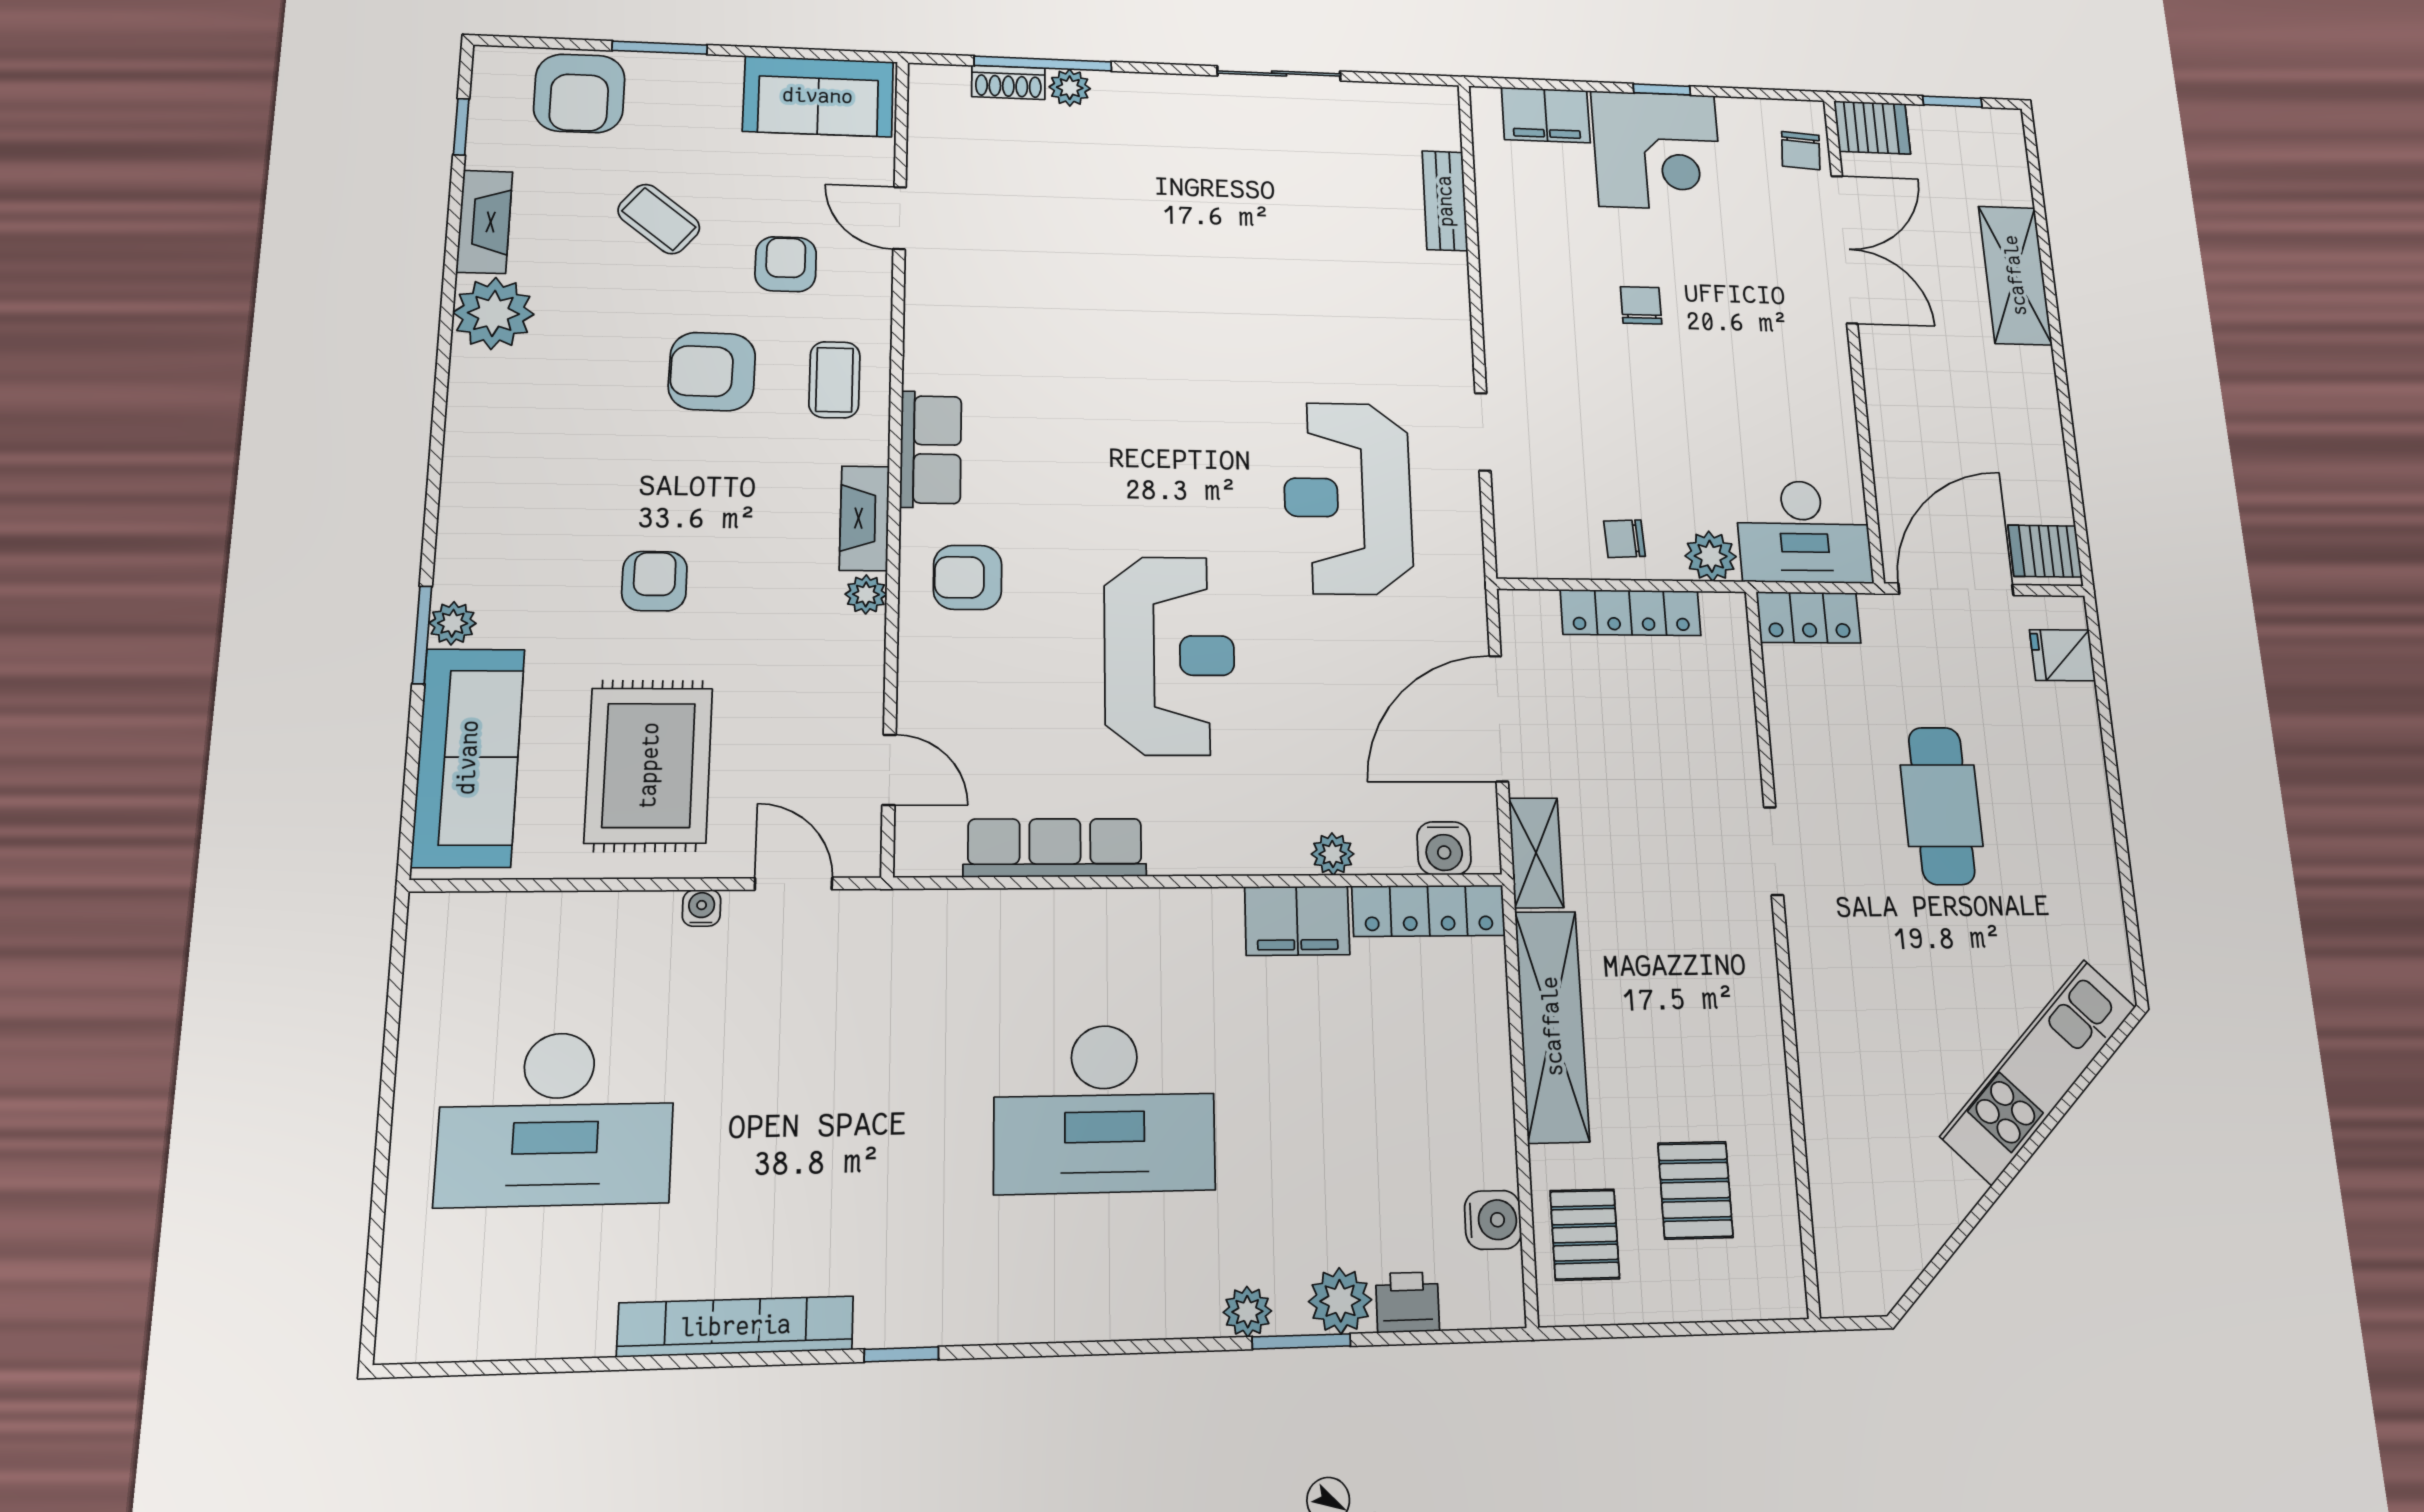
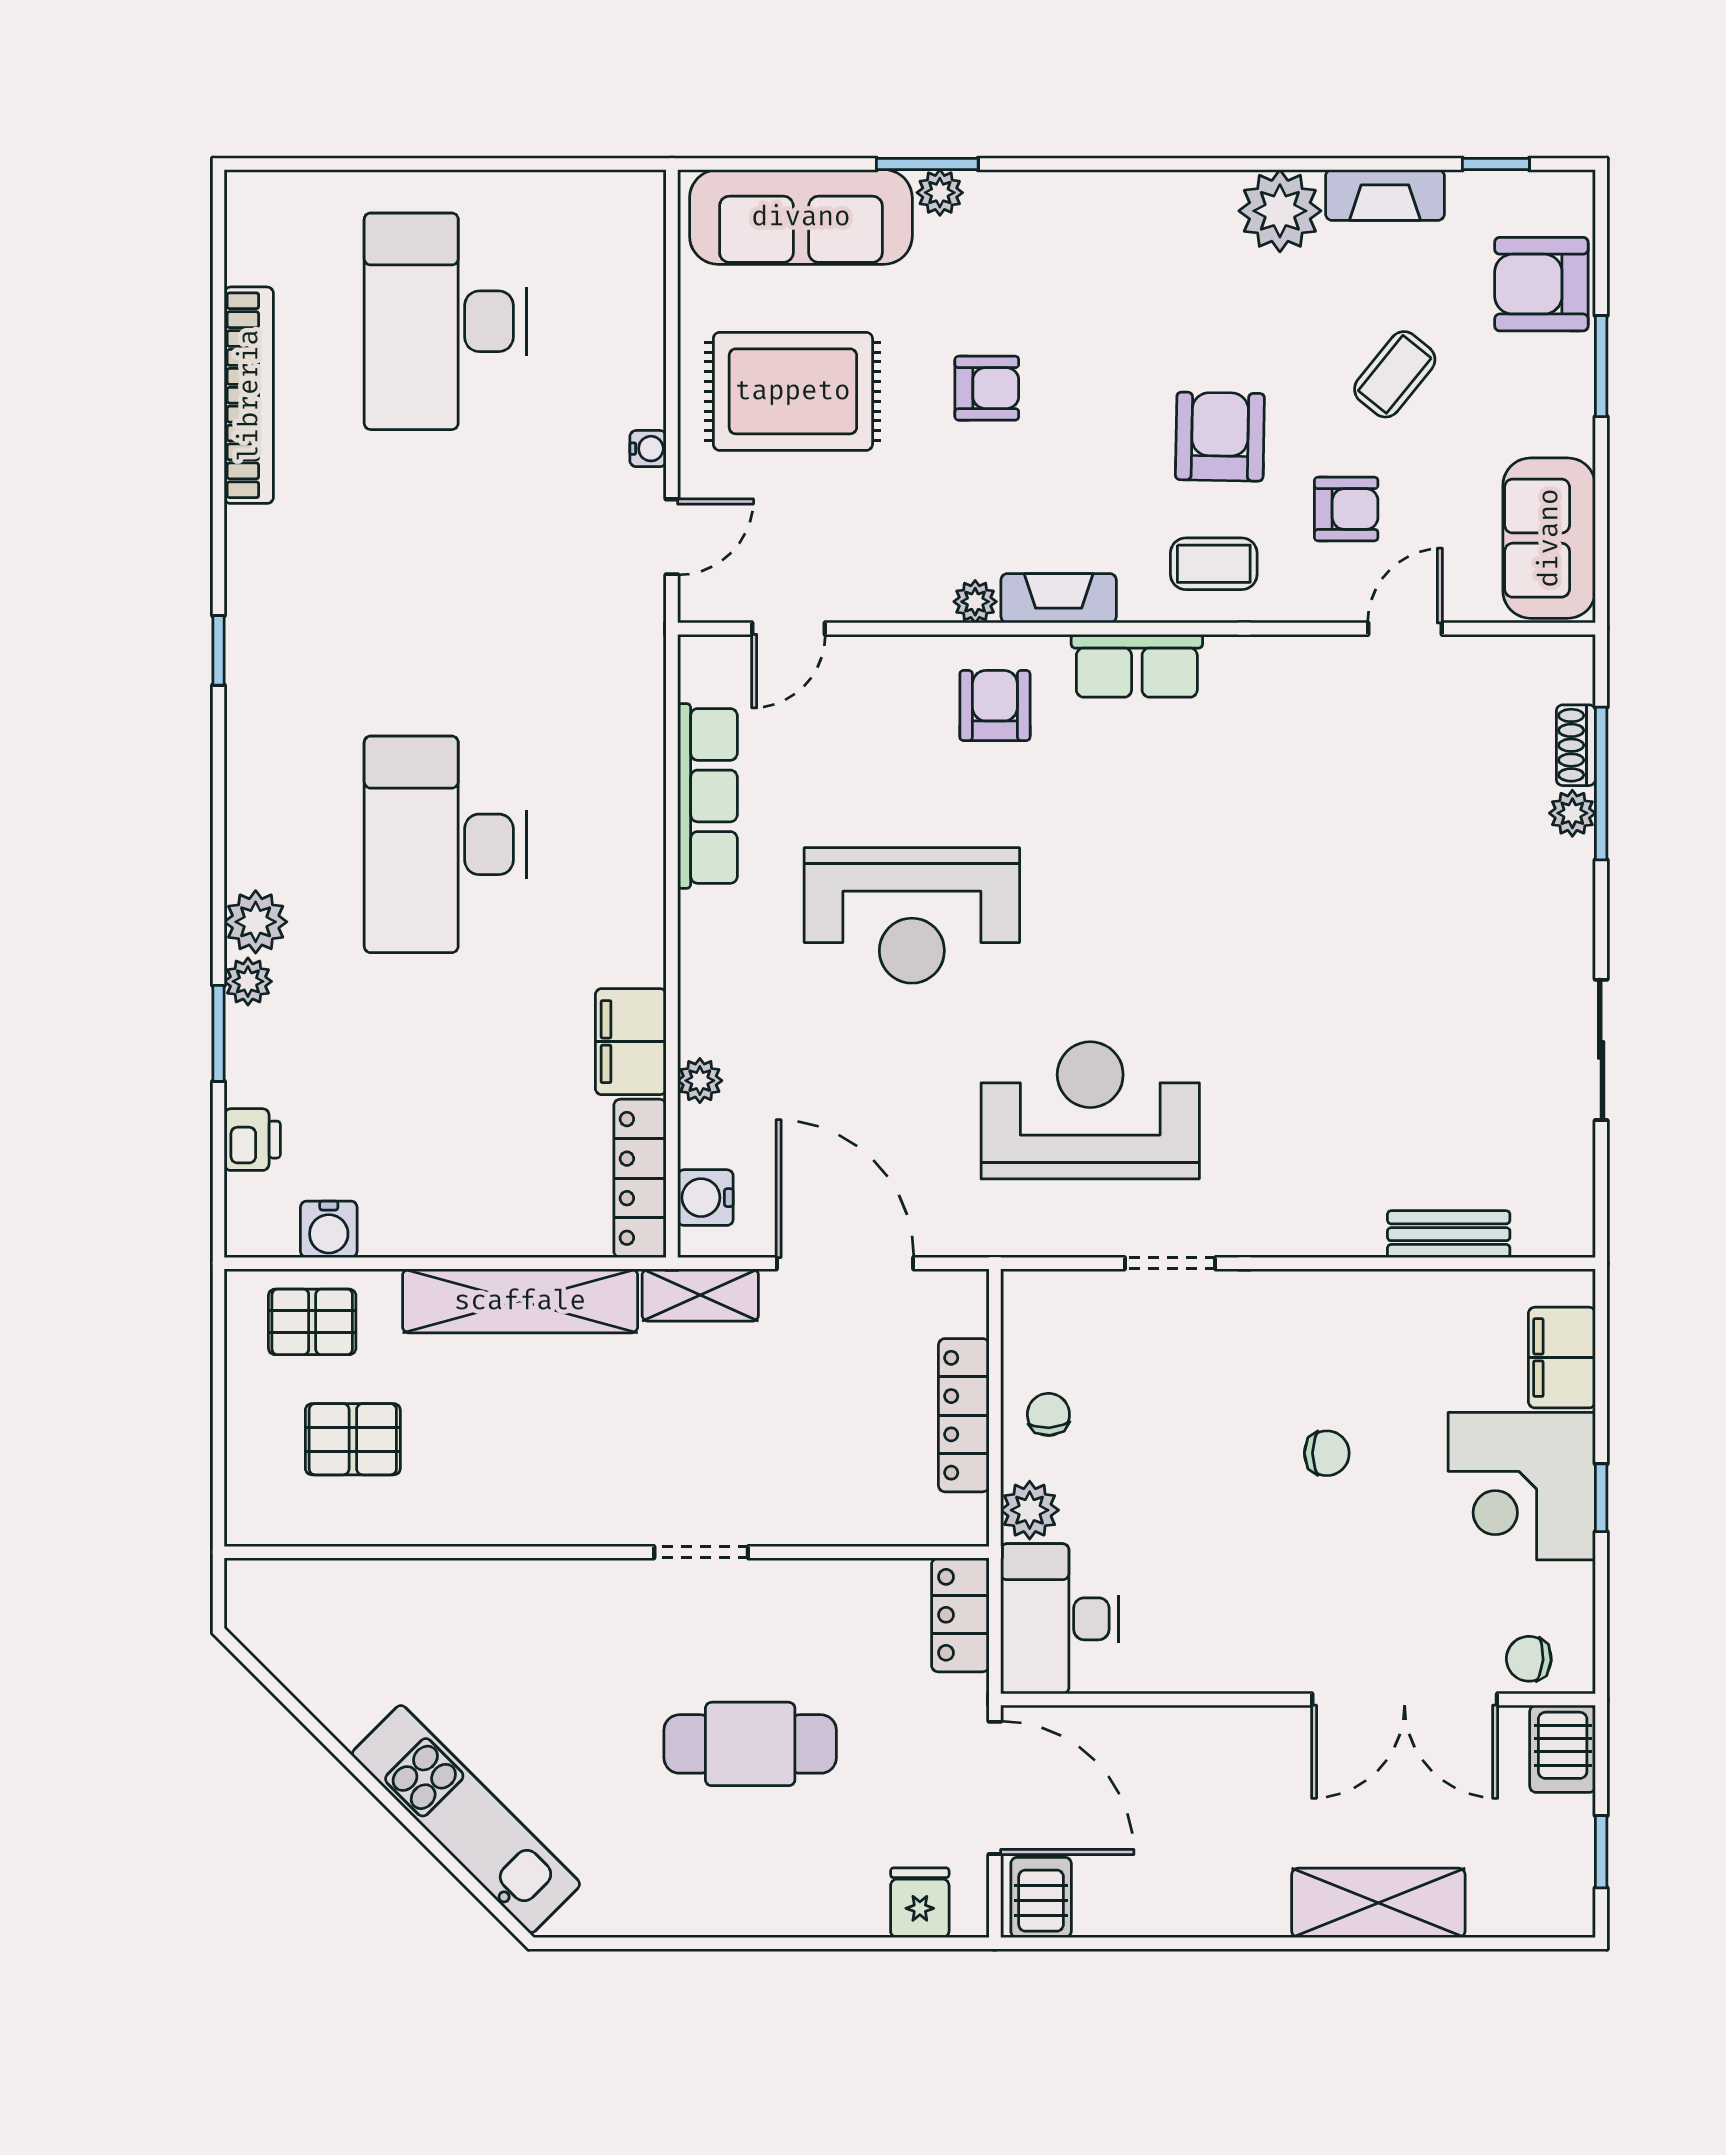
plant: (1340, 1301) -> (256, 922), moved
bookcase: (736, 1326) -> (249, 395), moved

